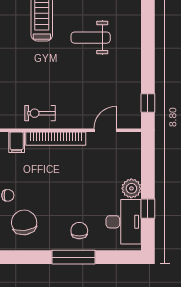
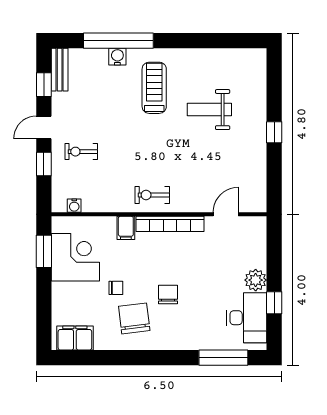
window: (148, 103) -> (274, 132), moved
chair: (79, 231) -> (168, 295), moved
window: (74, 257) -> (223, 358), moved

